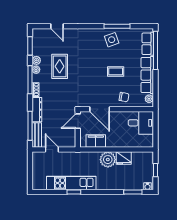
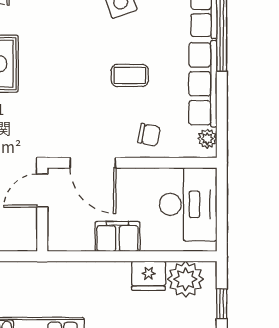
desk: (141, 123) -> (188, 204), width x1.37
filing cabinet: (96, 141) -> (117, 236), moved
plant: (108, 160) -> (186, 279), moved

